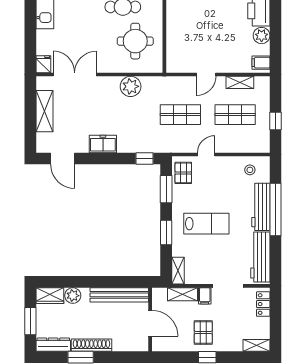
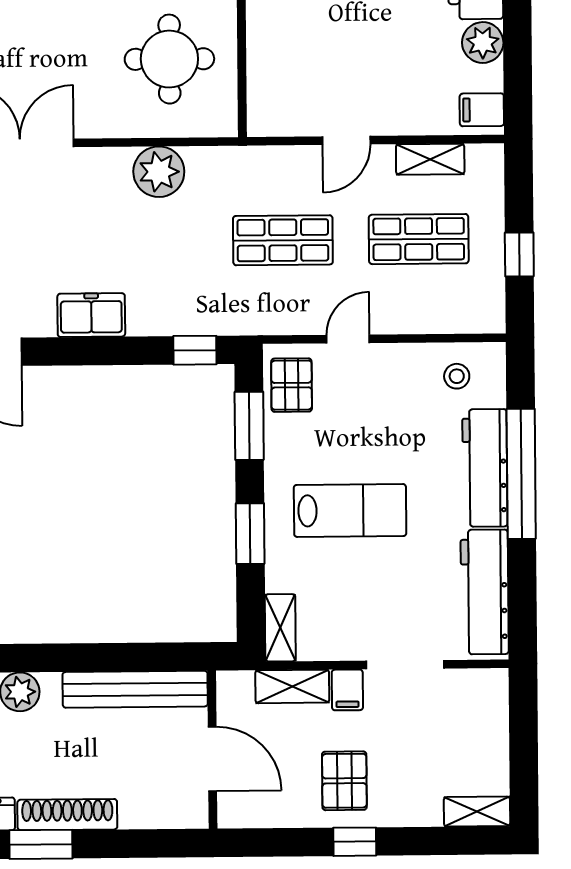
locker: (263, 304) -> (493, 709), removed

